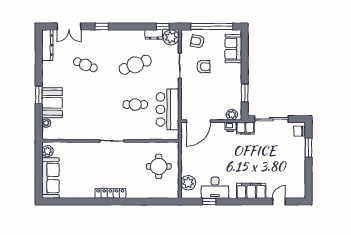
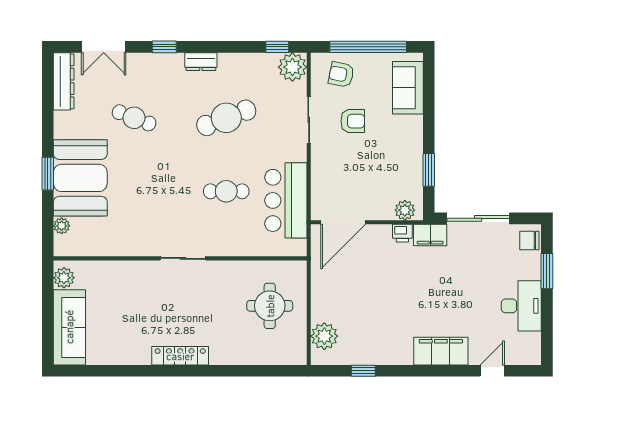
dresser: (154, 34) -> (201, 62), moved
booth: (52, 103) -> (80, 178), width x1.36, depth x1.42
desk: (215, 188) -> (521, 306), moved, turned -90

